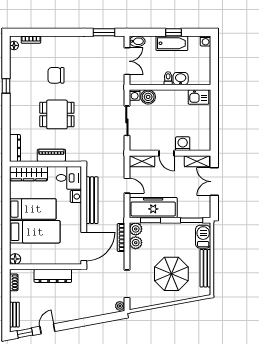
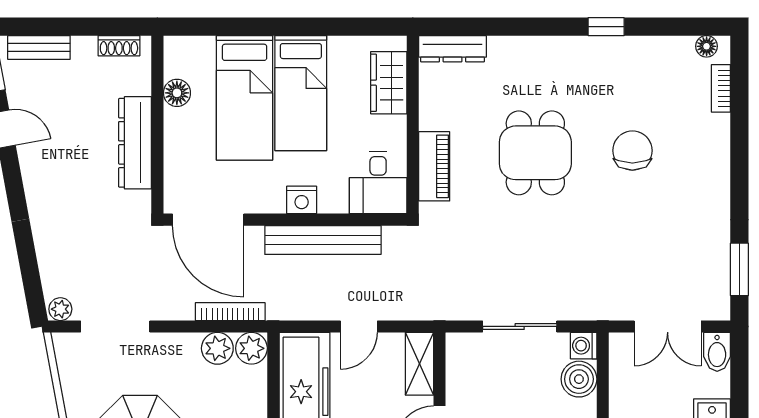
piano: (51, 155) -> (434, 166), moved
wardrobe: (29, 174) -> (389, 83), width x0.67
nightstand: (76, 196) -> (302, 200), moved
window: (151, 220) -> (273, 385), removed
floor lamp: (15, 259) -> (177, 93), moved

